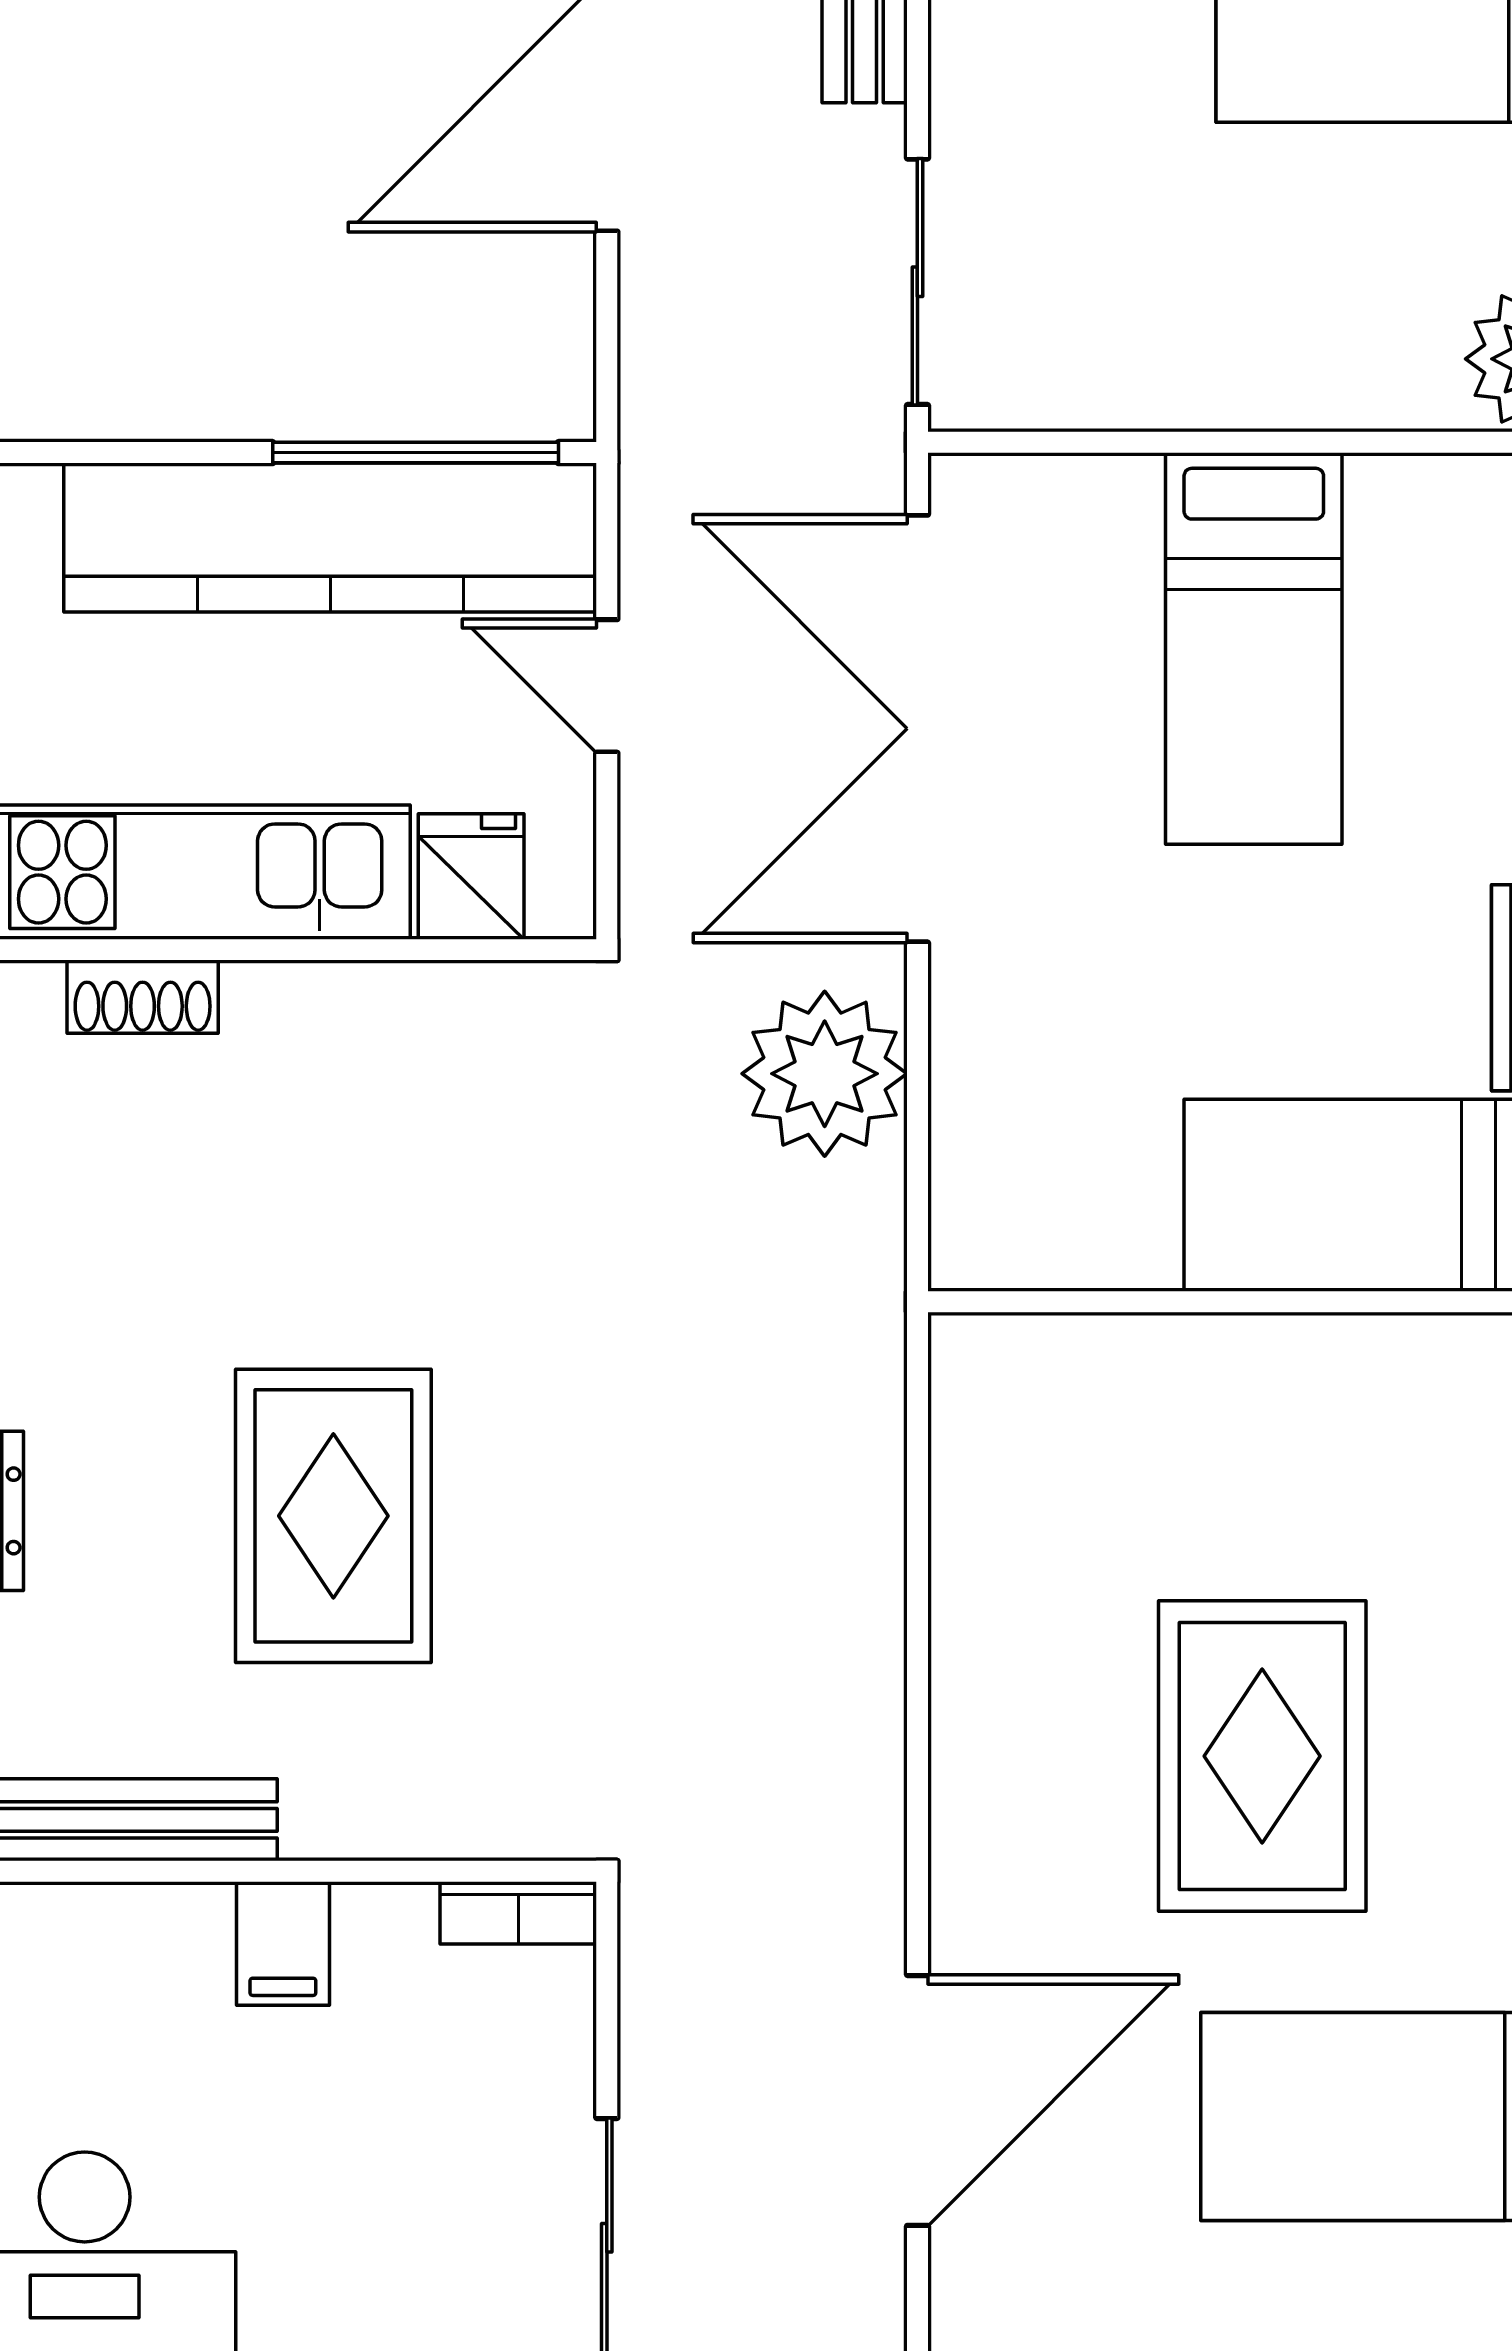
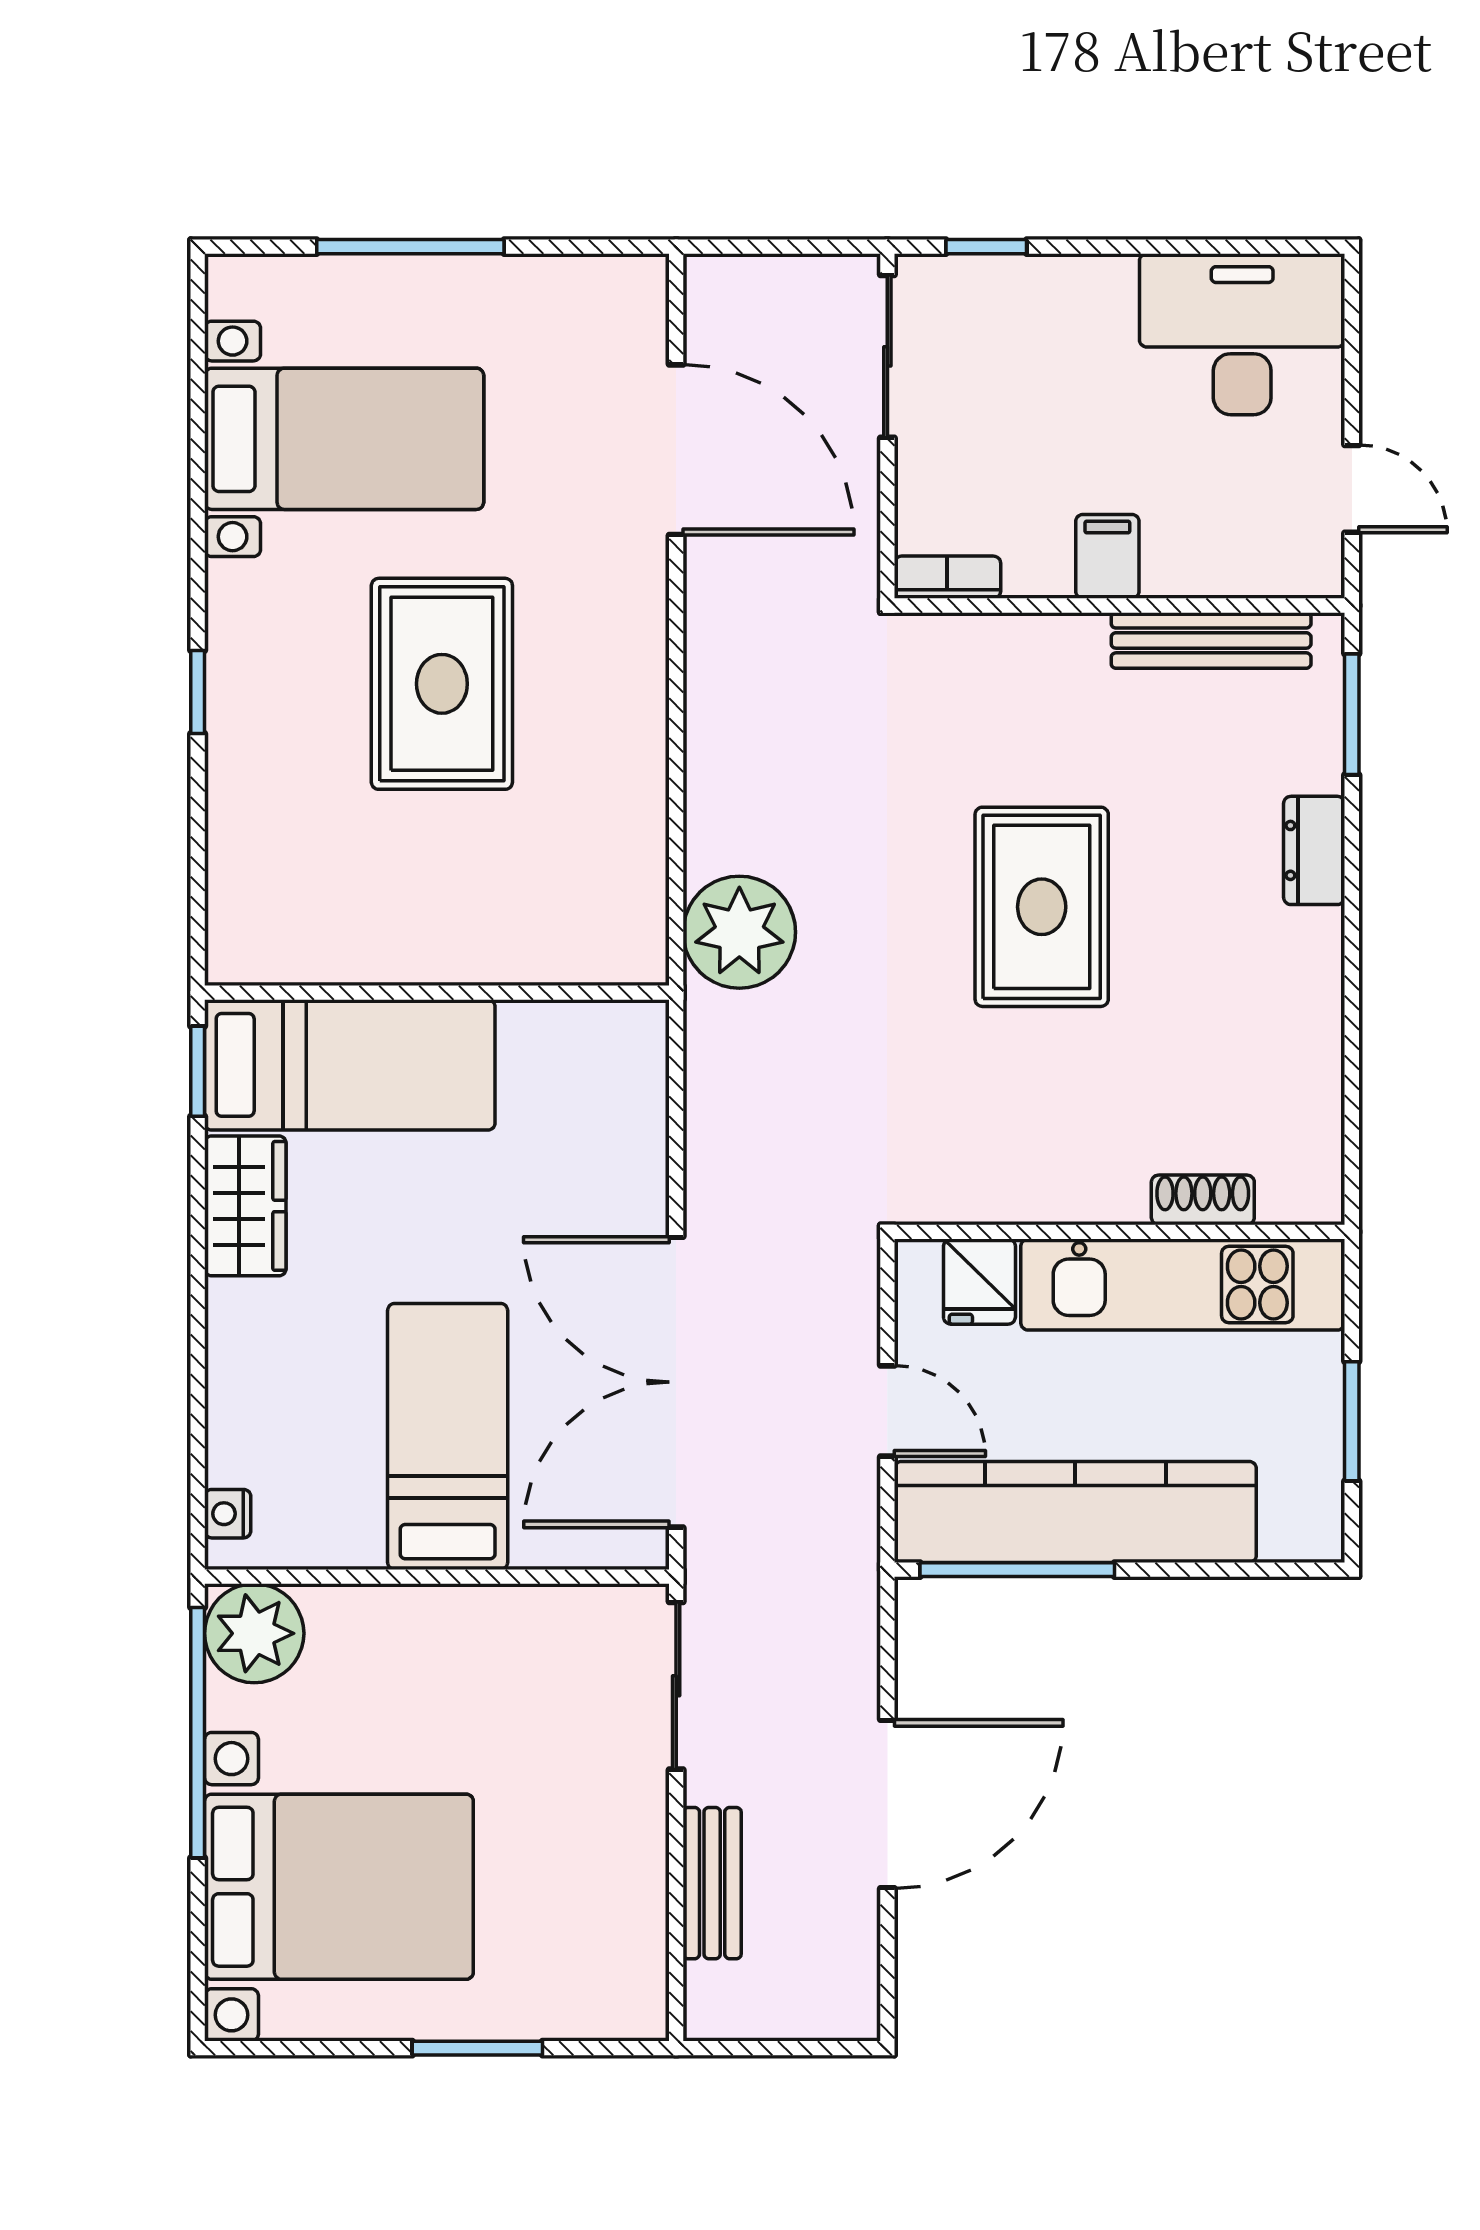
double door: (917, 729) -> (676, 1382), swing flipped
plant: (825, 1074) -> (739, 932), moved
rug: (333, 1516) -> (1042, 907), moved
door: (917, 2100) -> (676, 450), swing flipped

